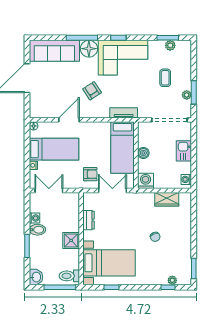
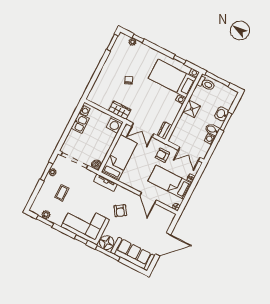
door: (69, 120) -> (148, 198), hinge flipped
kitchen sink: (184, 151) -> (80, 123), moved
boiler: (143, 153) -> (96, 165), moved
armchair: (90, 174) -> (162, 155), moved
wardrobe: (167, 199) -> (120, 110), moved
dresser: (88, 220) -> (165, 130), moved
washbasin: (36, 277) -> (221, 114), moved

